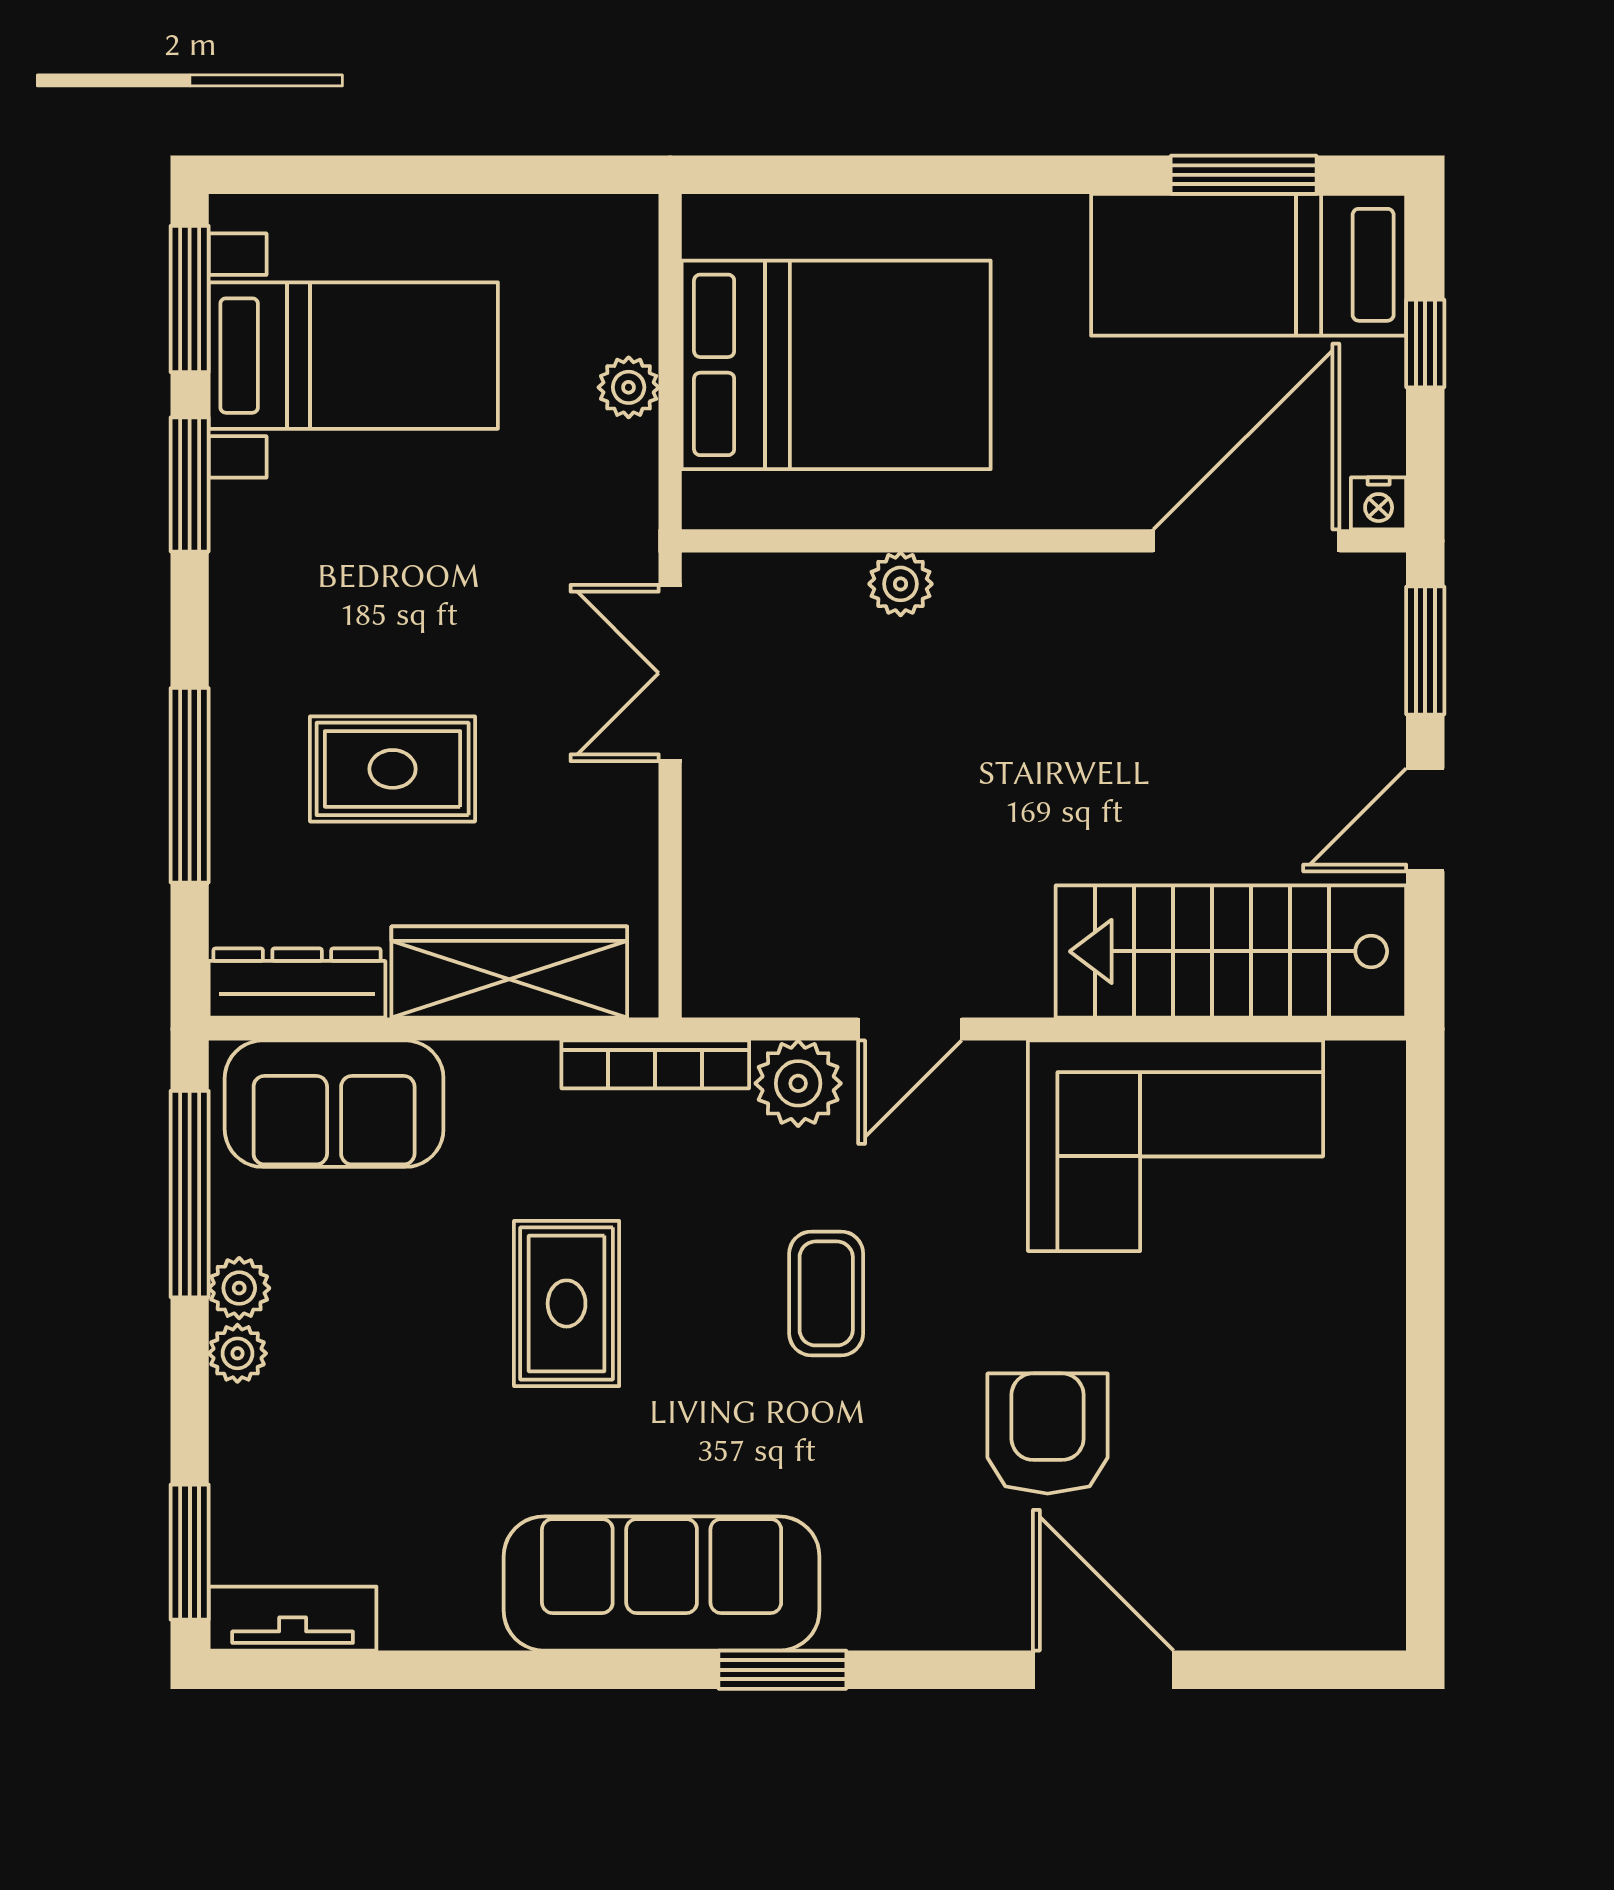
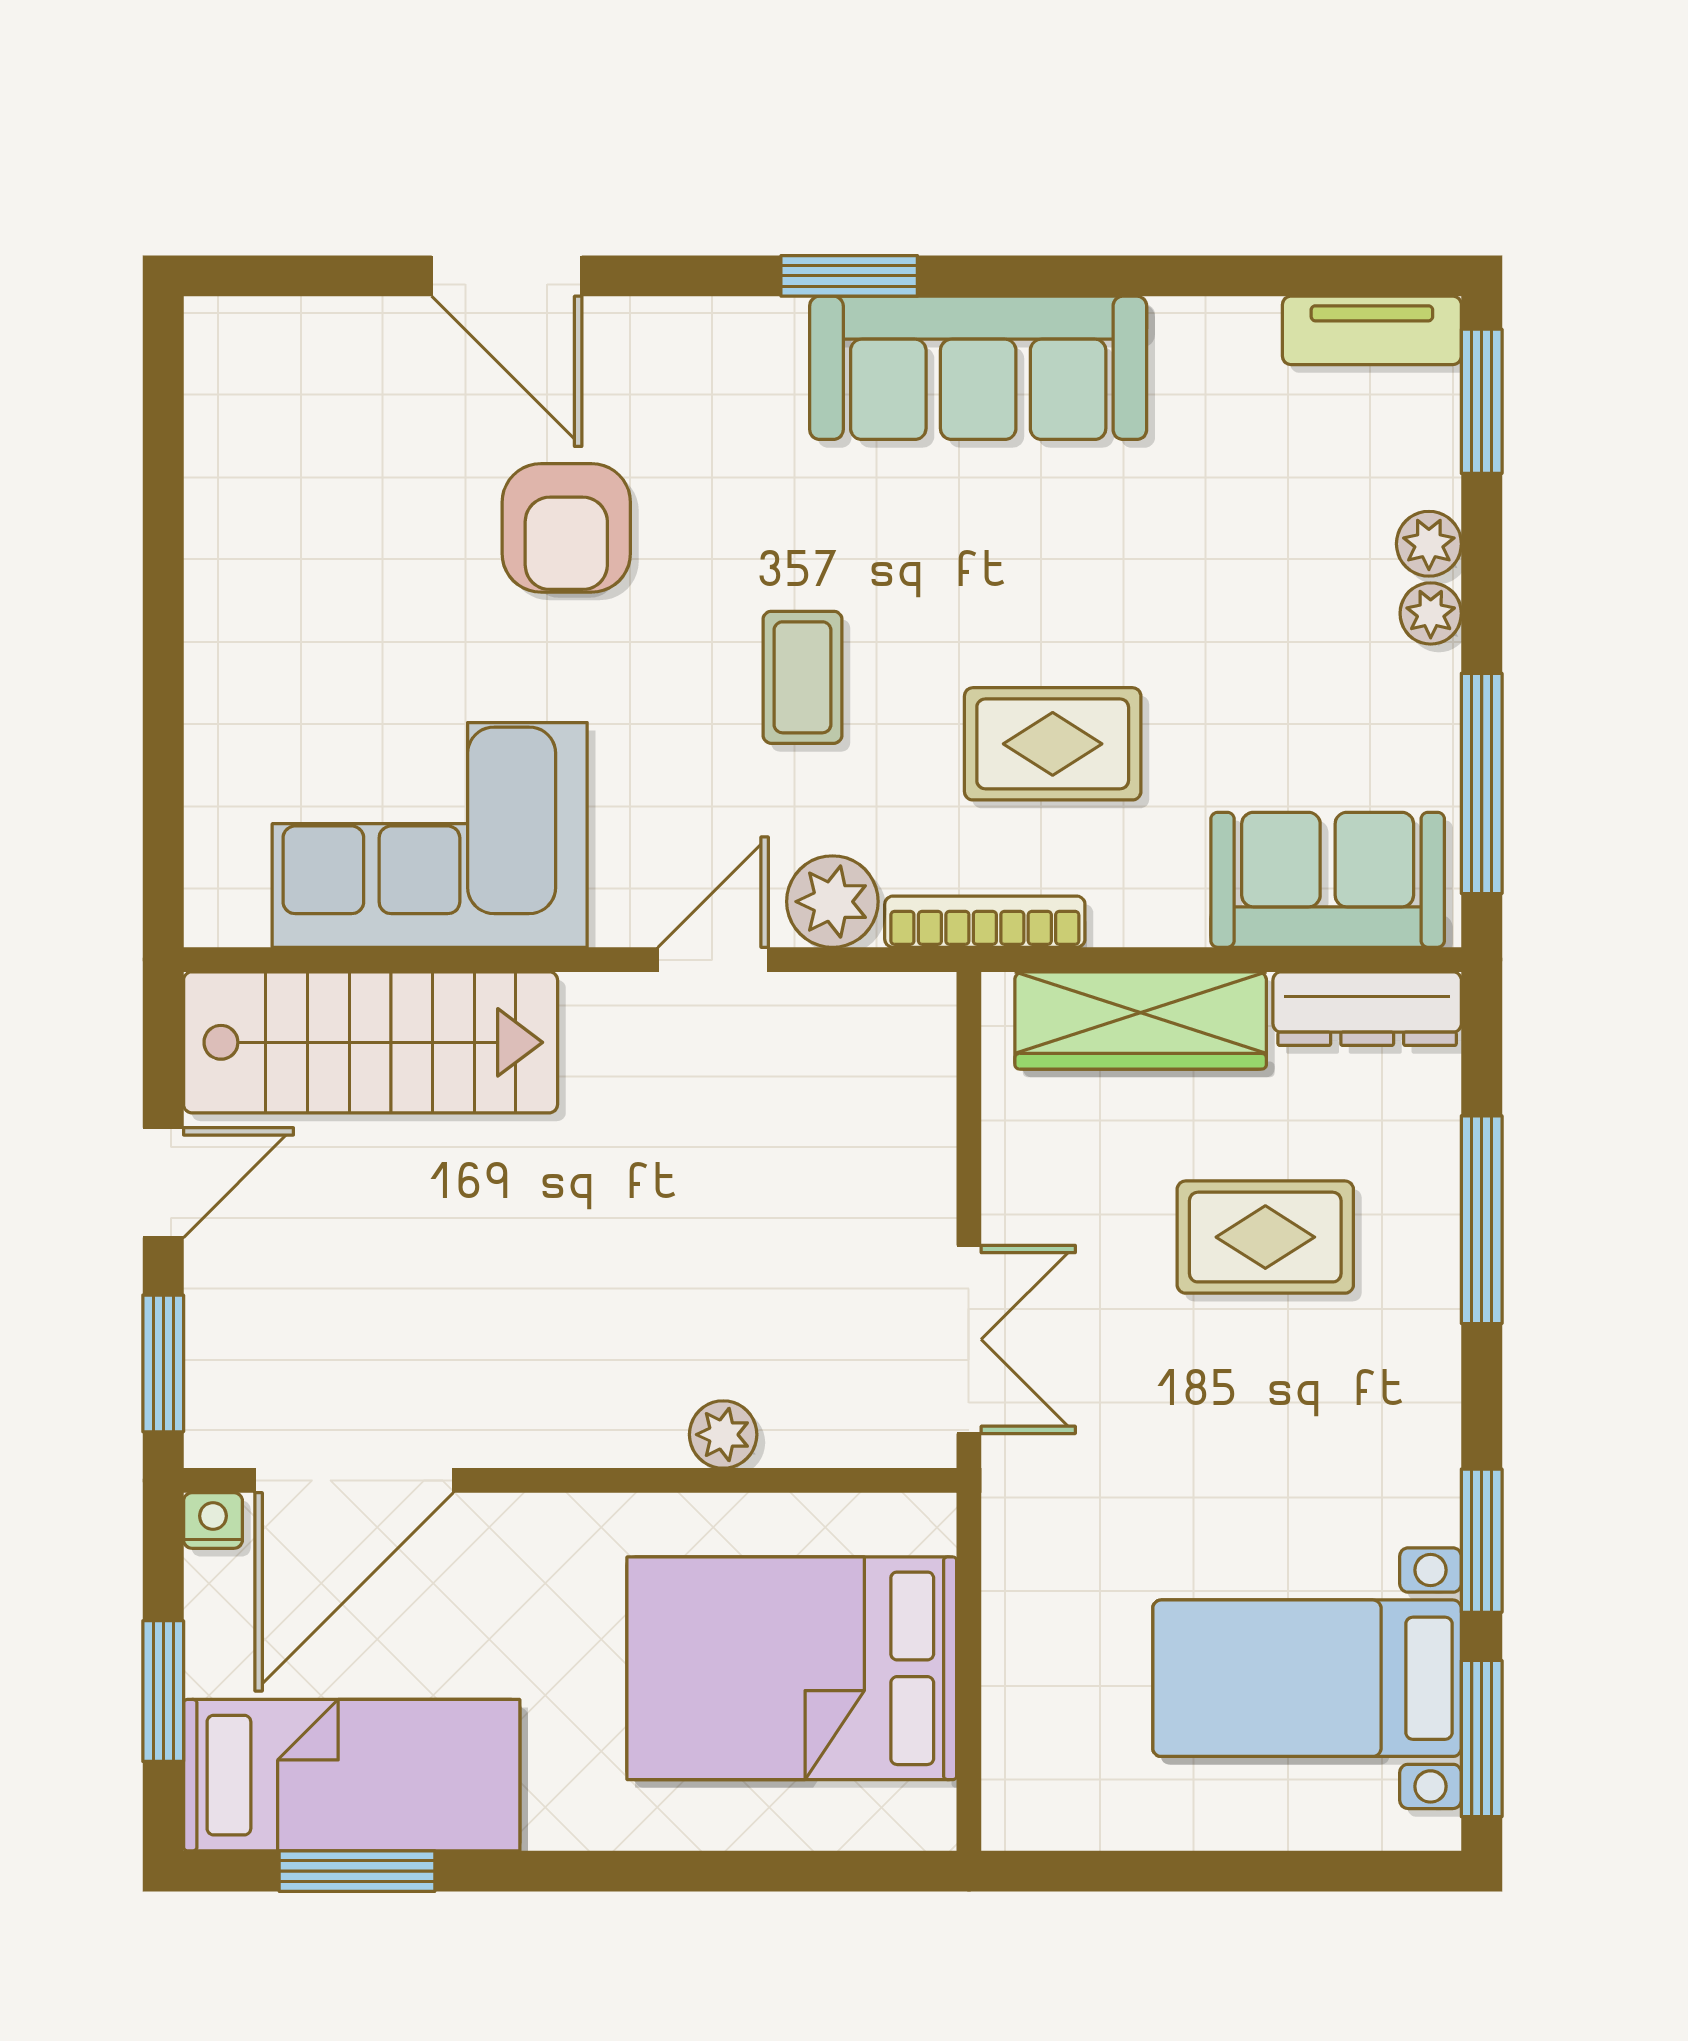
window: (1425, 344) -> (163, 1691), width x1.50
plant: (629, 387) -> (1013, 1644), removed
plant: (239, 1288) -> (1429, 544), moved
rug: (567, 1303) -> (1053, 744), moved, turned 90

